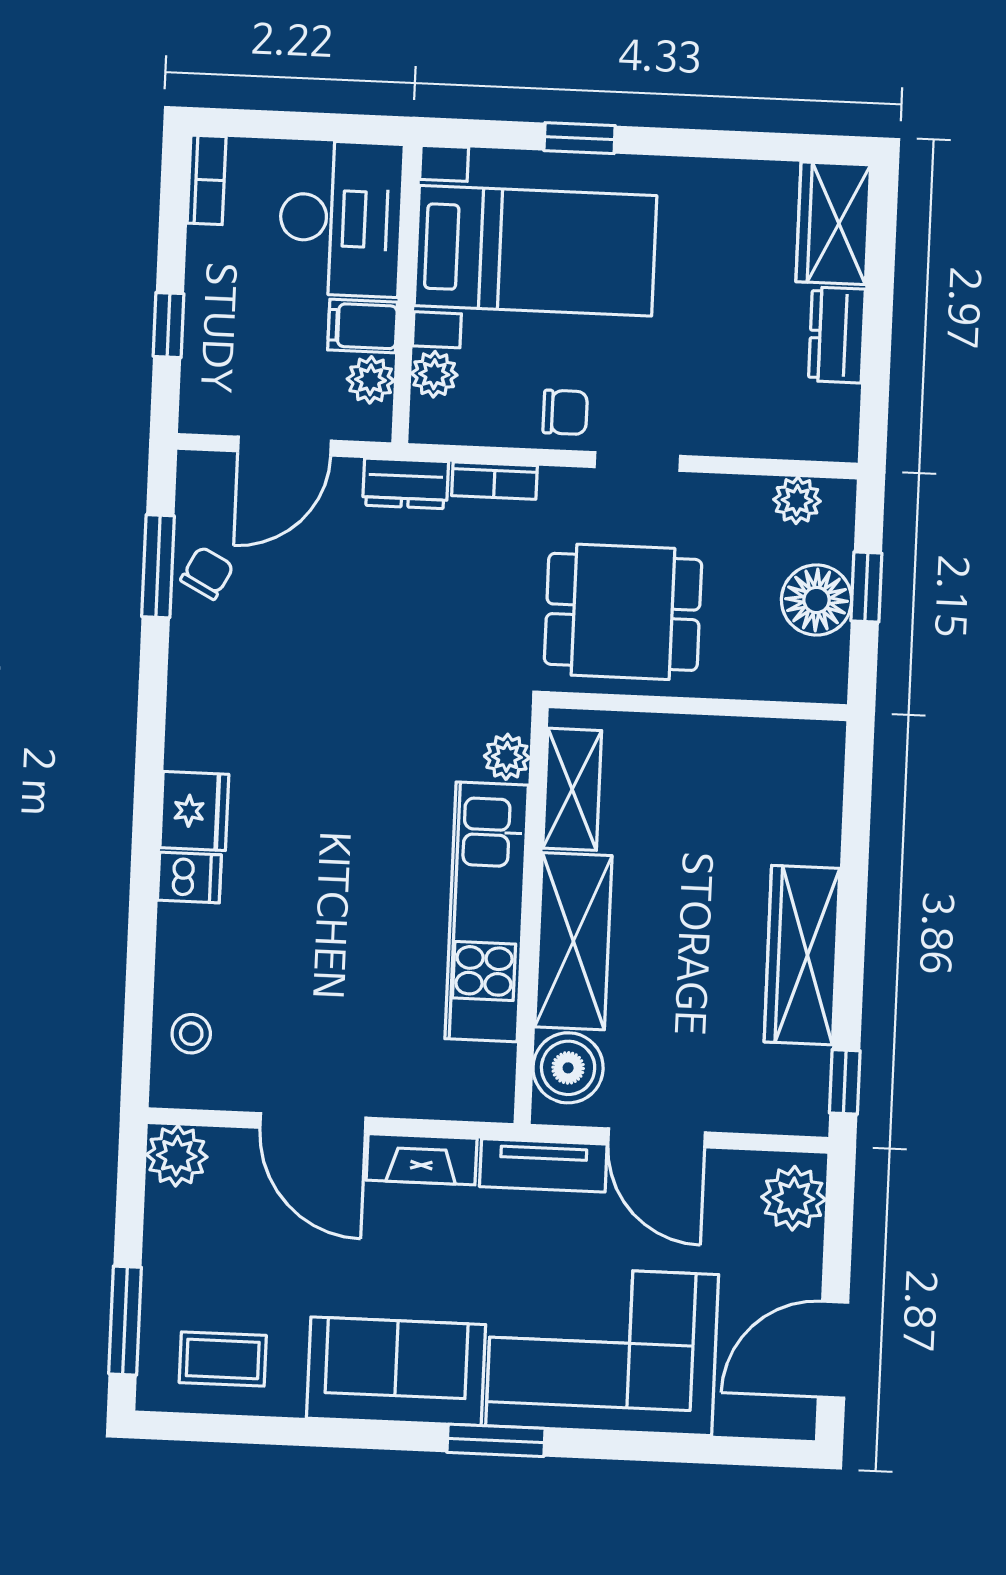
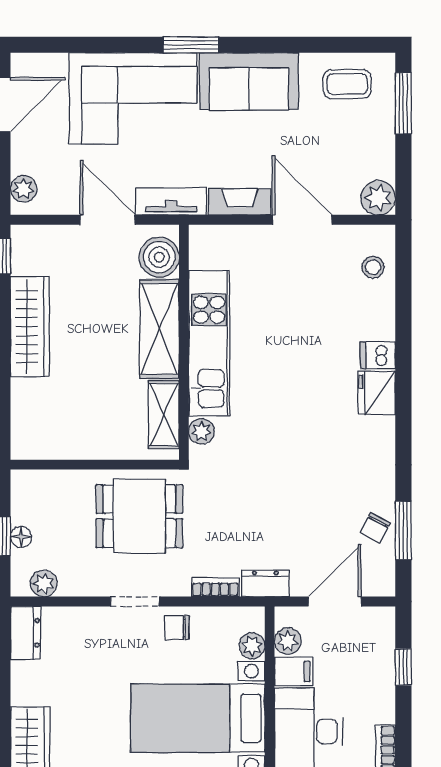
dresser: (837, 335) -> (25, 633), moved
floor lamp: (817, 600) -> (21, 537), width x0.53, depth x0.53
plant: (794, 1198) -> (24, 189), width x0.73, depth x0.73

